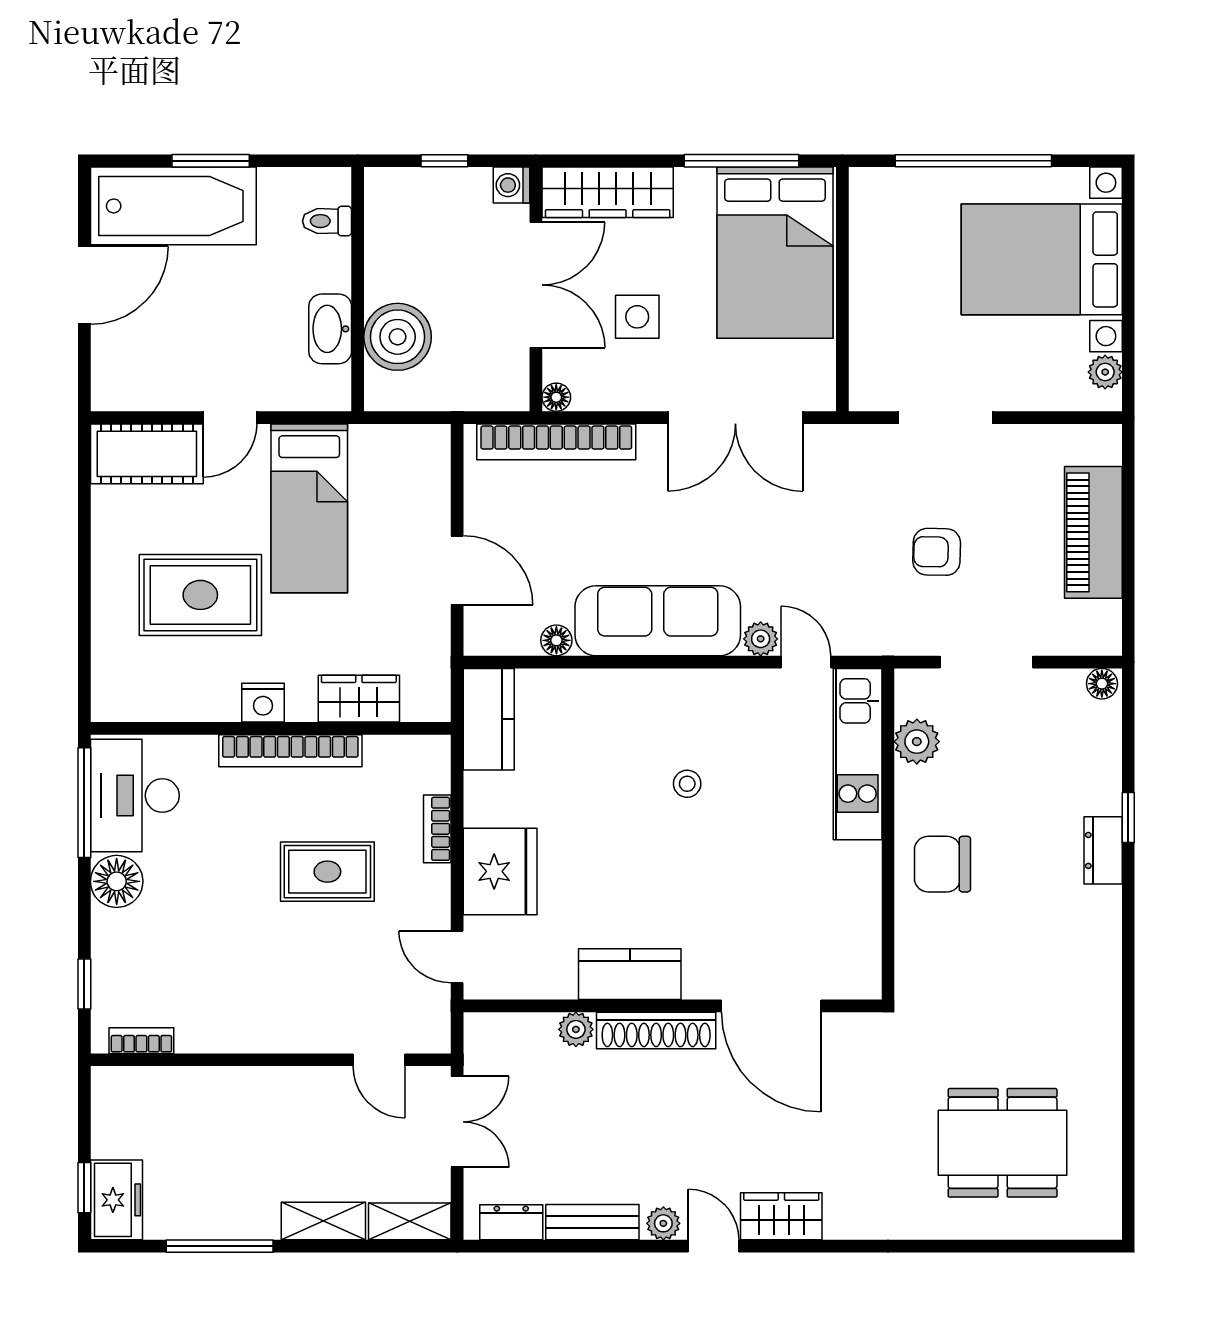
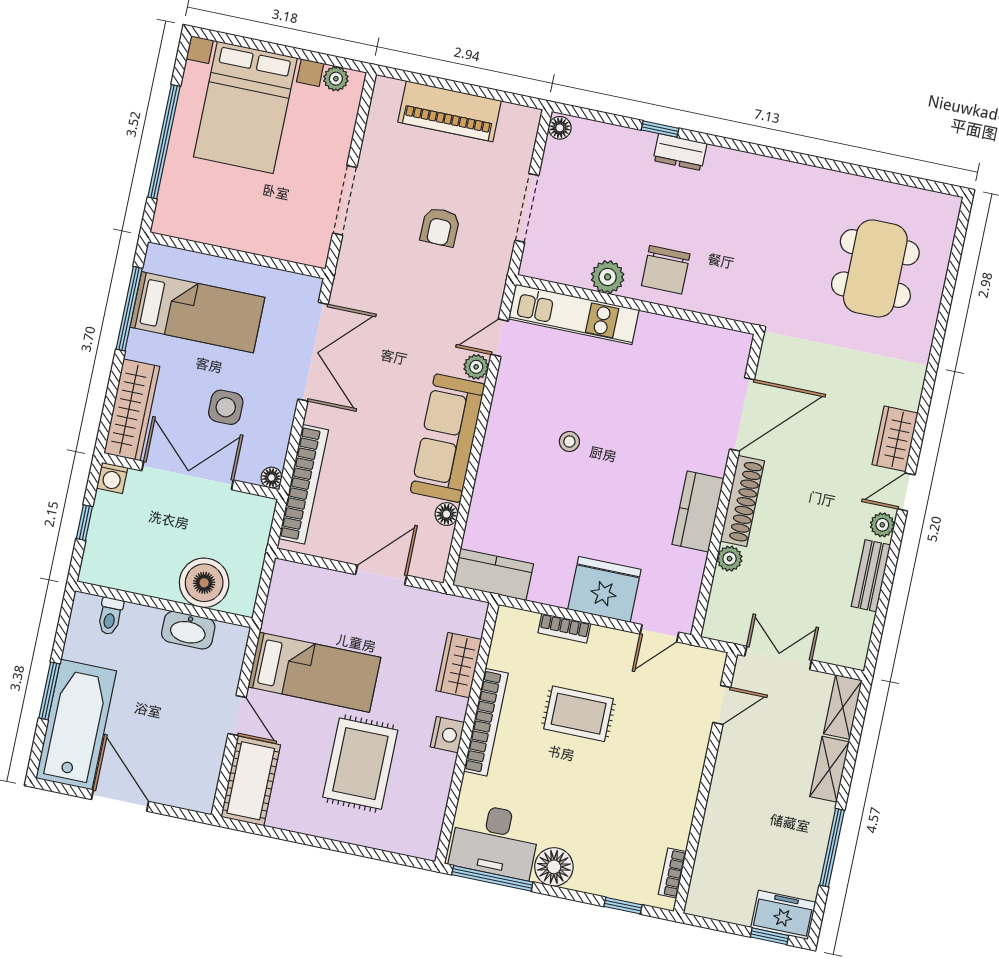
bed: (775, 253) -> (197, 312), width x0.67
plant: (917, 742) -> (608, 277), moved
rug: (327, 872) -> (579, 714), turned 90
dresser: (511, 1222) -> (859, 634), removed

